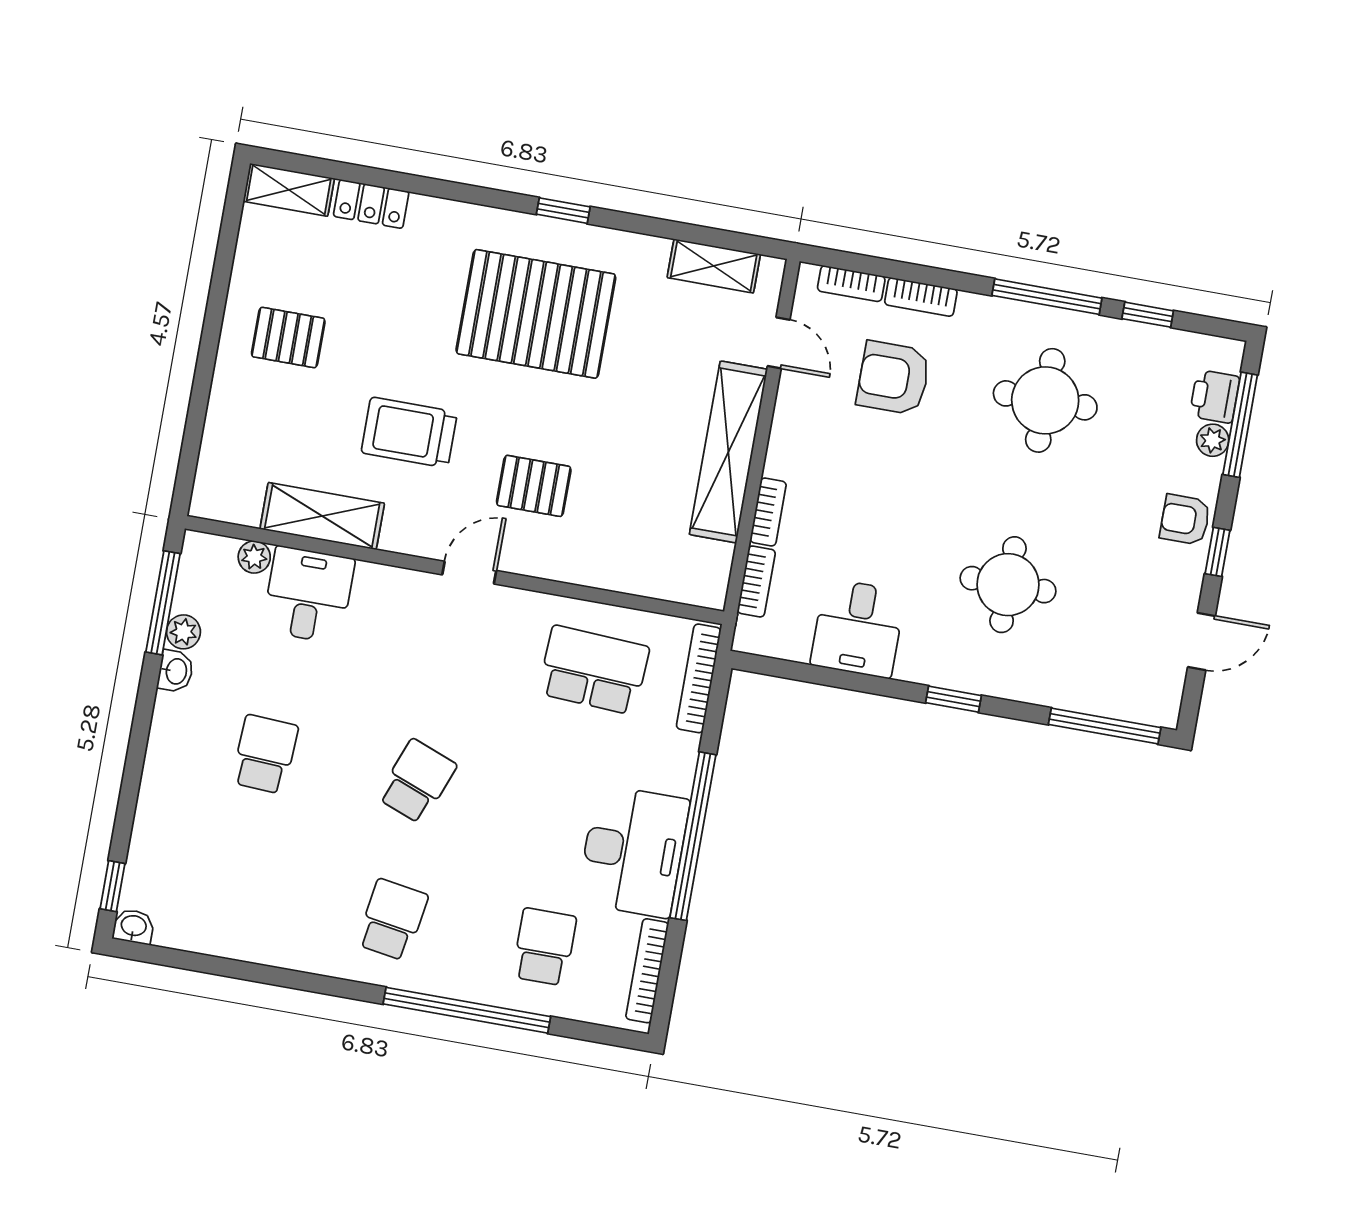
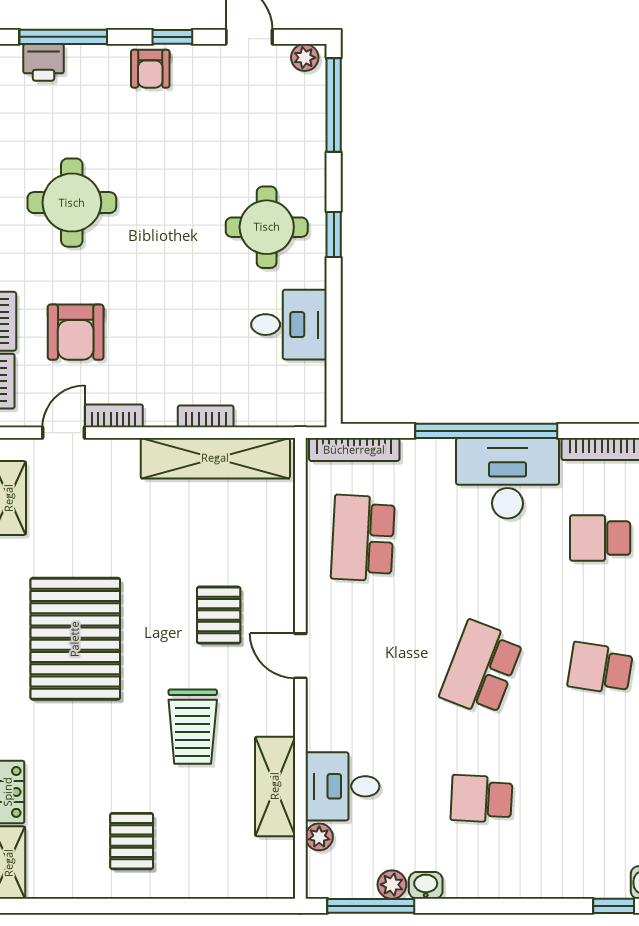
plant: (1213, 440) -> (305, 58), moved
shelving: (728, 452) -> (215, 458), moved
bookcase: (756, 581) -> (114, 416), moved
round table: (1008, 585) -> (267, 227), moved
school desk: (417, 781) -> (481, 668), width x1.85

